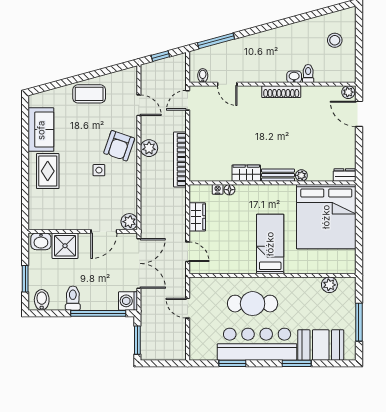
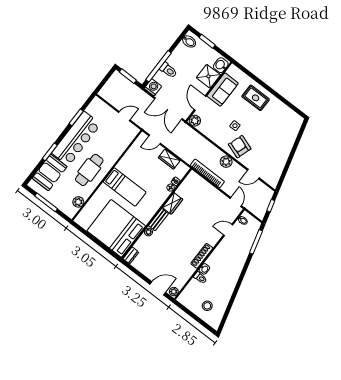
coffee table: (89, 94) -> (280, 152), removed
sofa: (41, 130) -> (223, 90), moved, turned -90
toilet: (73, 298) -> (168, 70), moved
cafe table: (253, 304) -> (89, 170), moved

